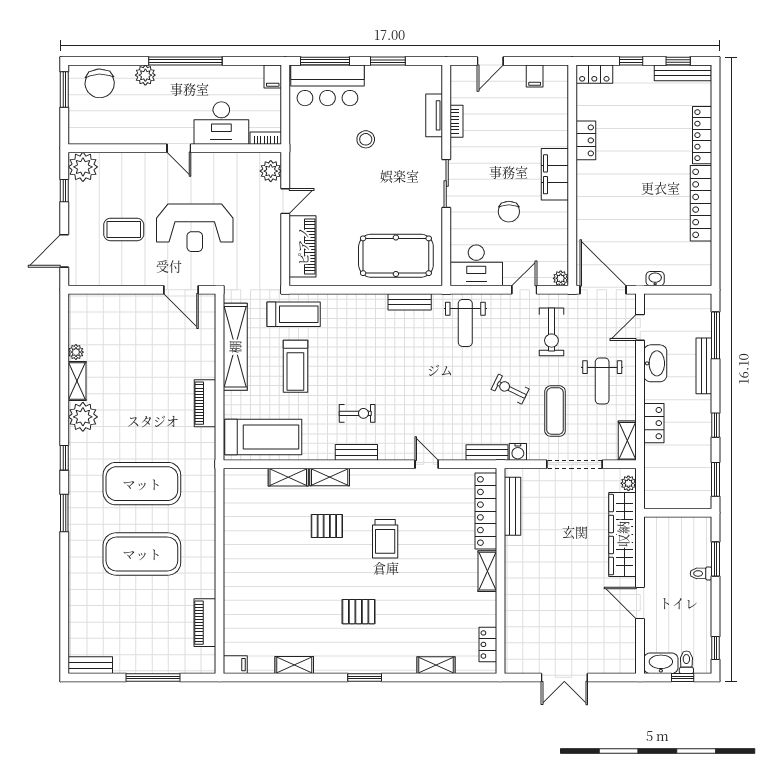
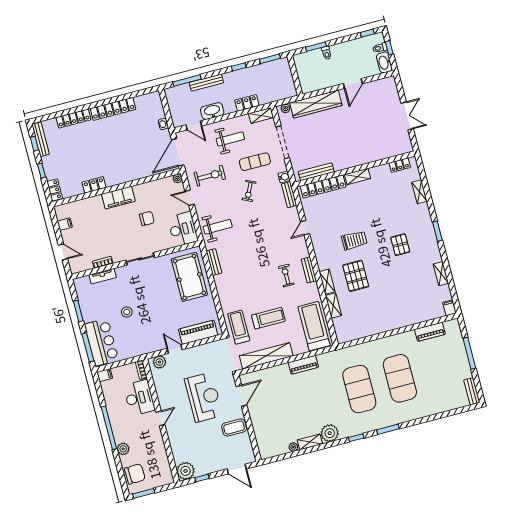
coffee table: (124, 230) -> (234, 428), moved, turned 90
pallet: (327, 526) -> (356, 276), width x1.50, depth x1.42

